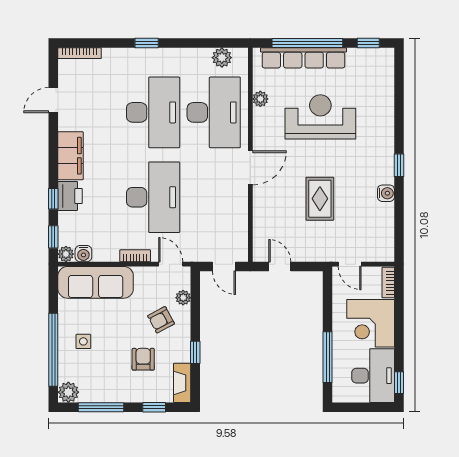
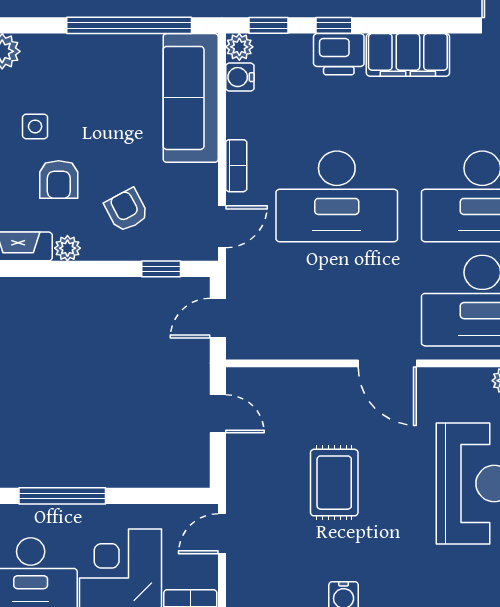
rug: (320, 199) -> (334, 483), turned 90
door: (280, 267) -> (218, 414), hinge flipped
plant: (183, 298) -> (67, 248), moved
side table: (83, 341) -> (35, 126), moved
window: (53, 350) -> (129, 25), moved
window: (195, 352) -> (161, 269), moved
armchair: (143, 359) -> (59, 180), turned 90

